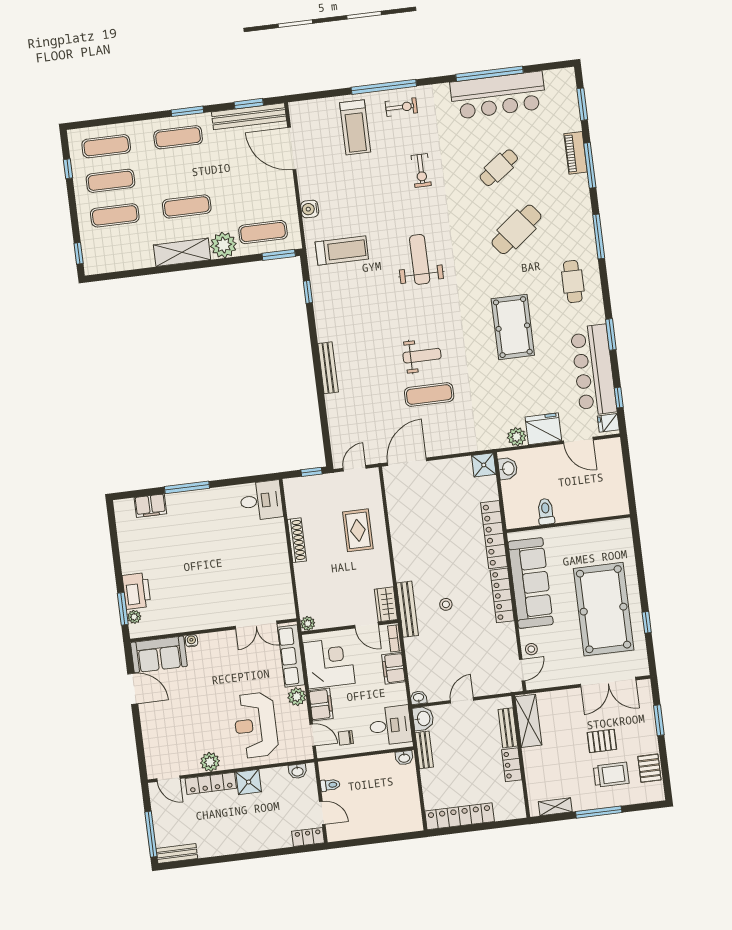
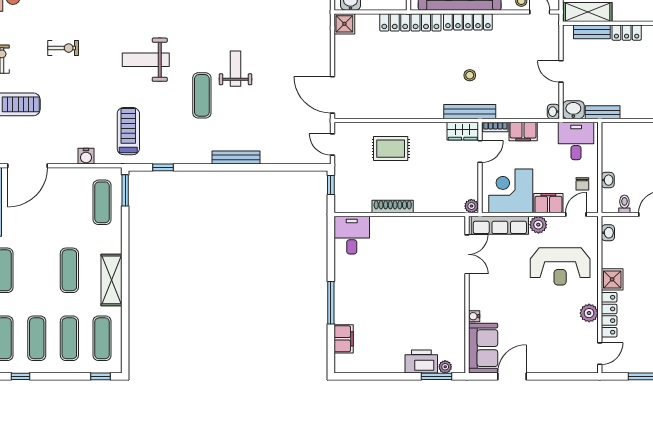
plant: (223, 245) -> (110, 241), removed
exercise mat: (119, 250) -> (102, 338), added
exercise mat: (429, 395) -> (202, 95), moved
washbasin: (404, 758) -> (608, 180), moved

